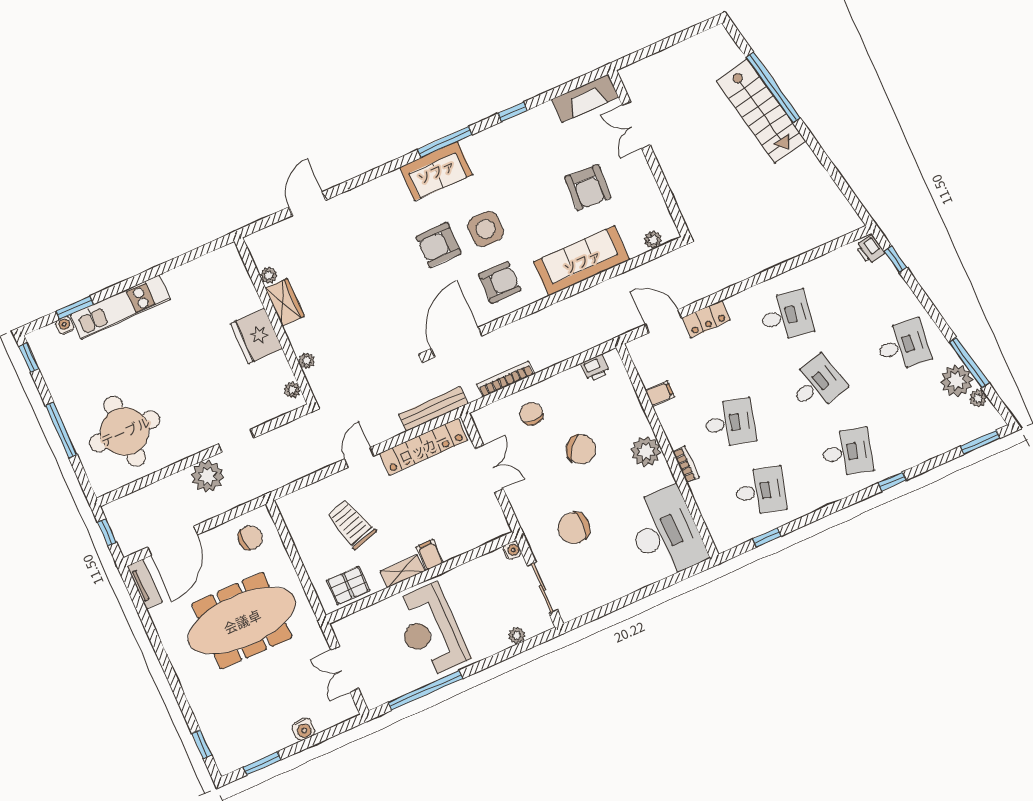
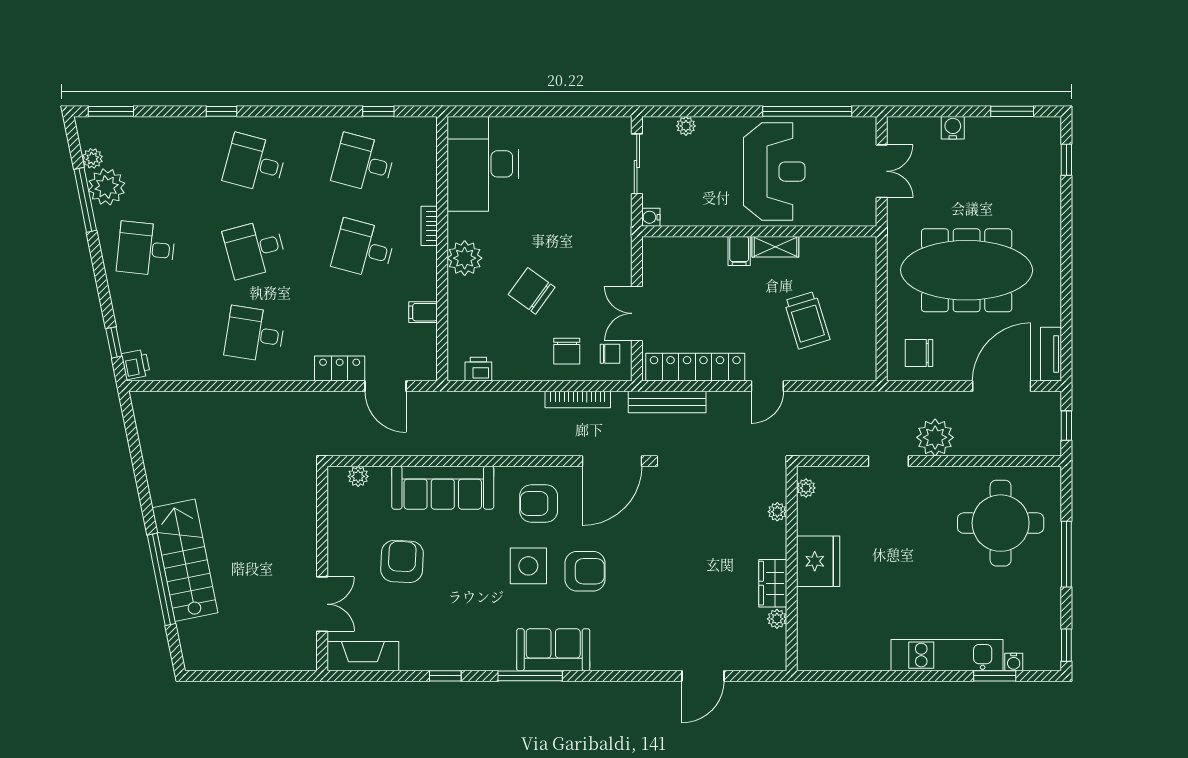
chair: (574, 528) -> (610, 354), moved, width x0.54, depth x0.54
pallet: (348, 585) -> (839, 257), removed

